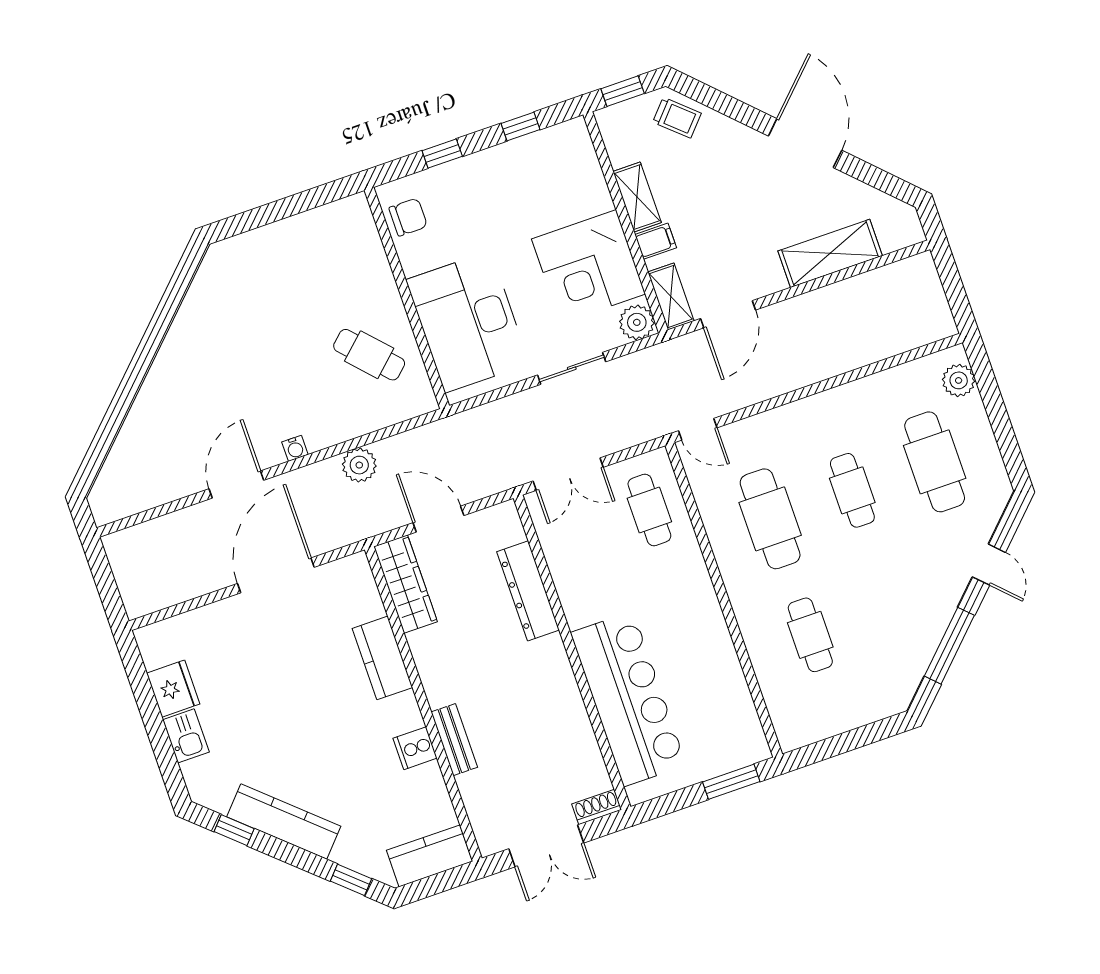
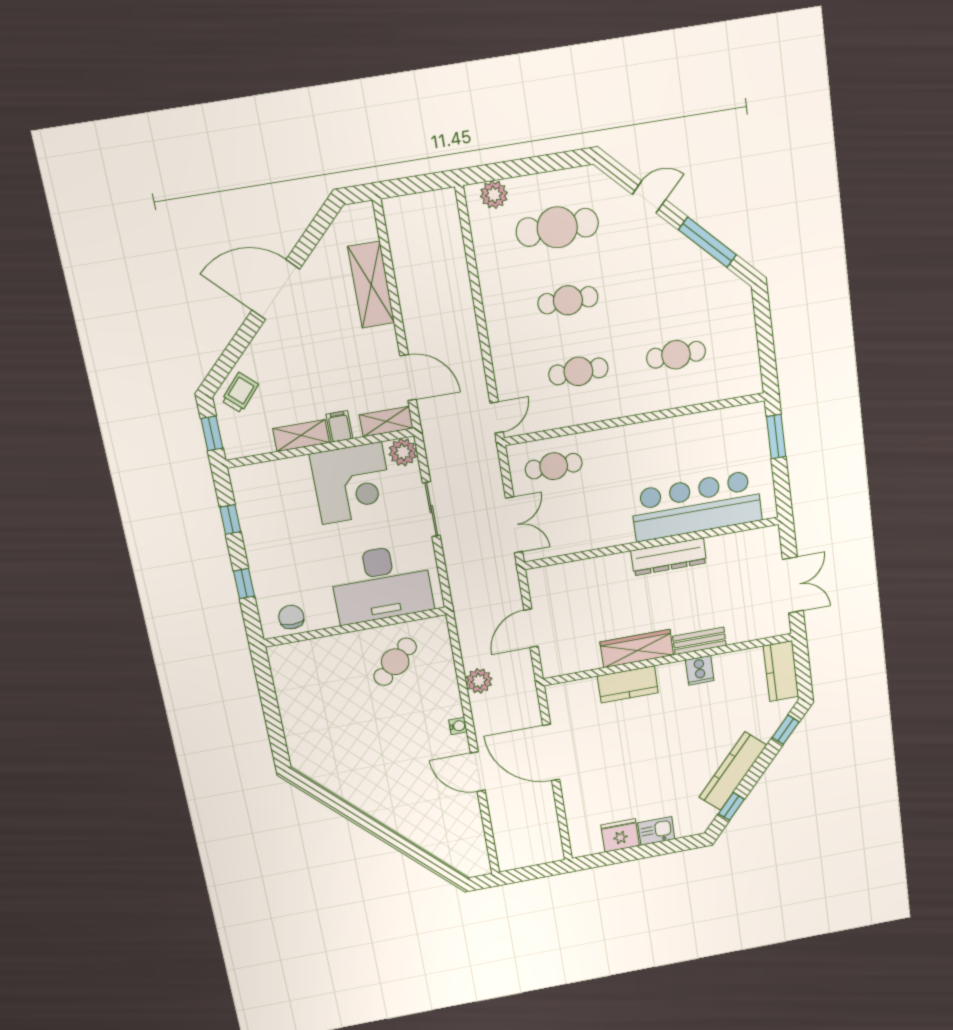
cafe table: (770, 519) -> (578, 371), width x0.73, depth x0.74
wardrobe: (406, 584) -> (637, 649), moved
dresser: (528, 591) -> (669, 557), moved
shoe rack: (597, 807) -> (772, 543), removed

